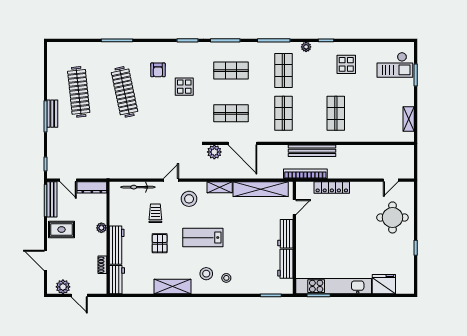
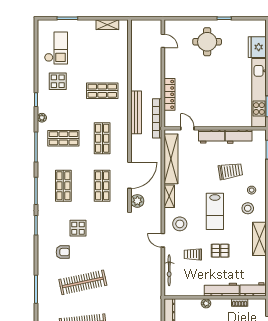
checkout: (395, 65) -> (56, 48), moved
shop shelf: (283, 113) -> (102, 138), turned 90
round table: (392, 217) -> (207, 42), moved
trolley: (247, 255) -> (230, 171), added

